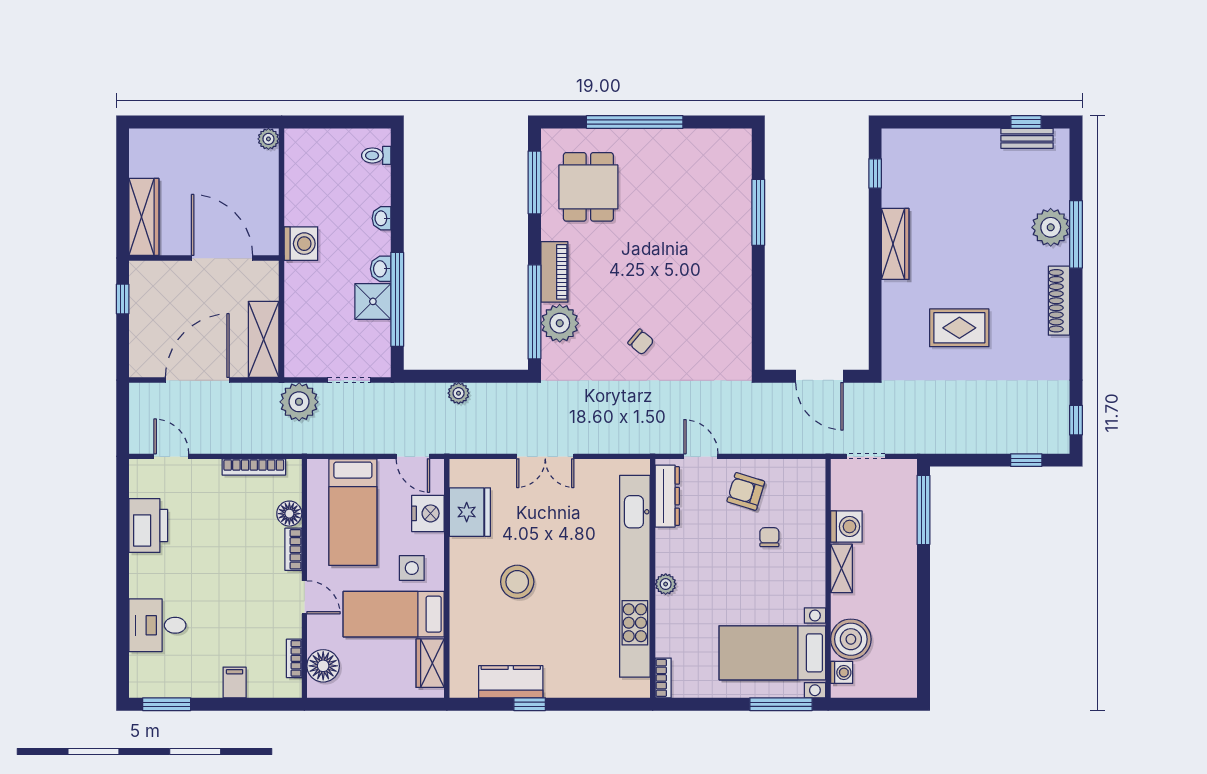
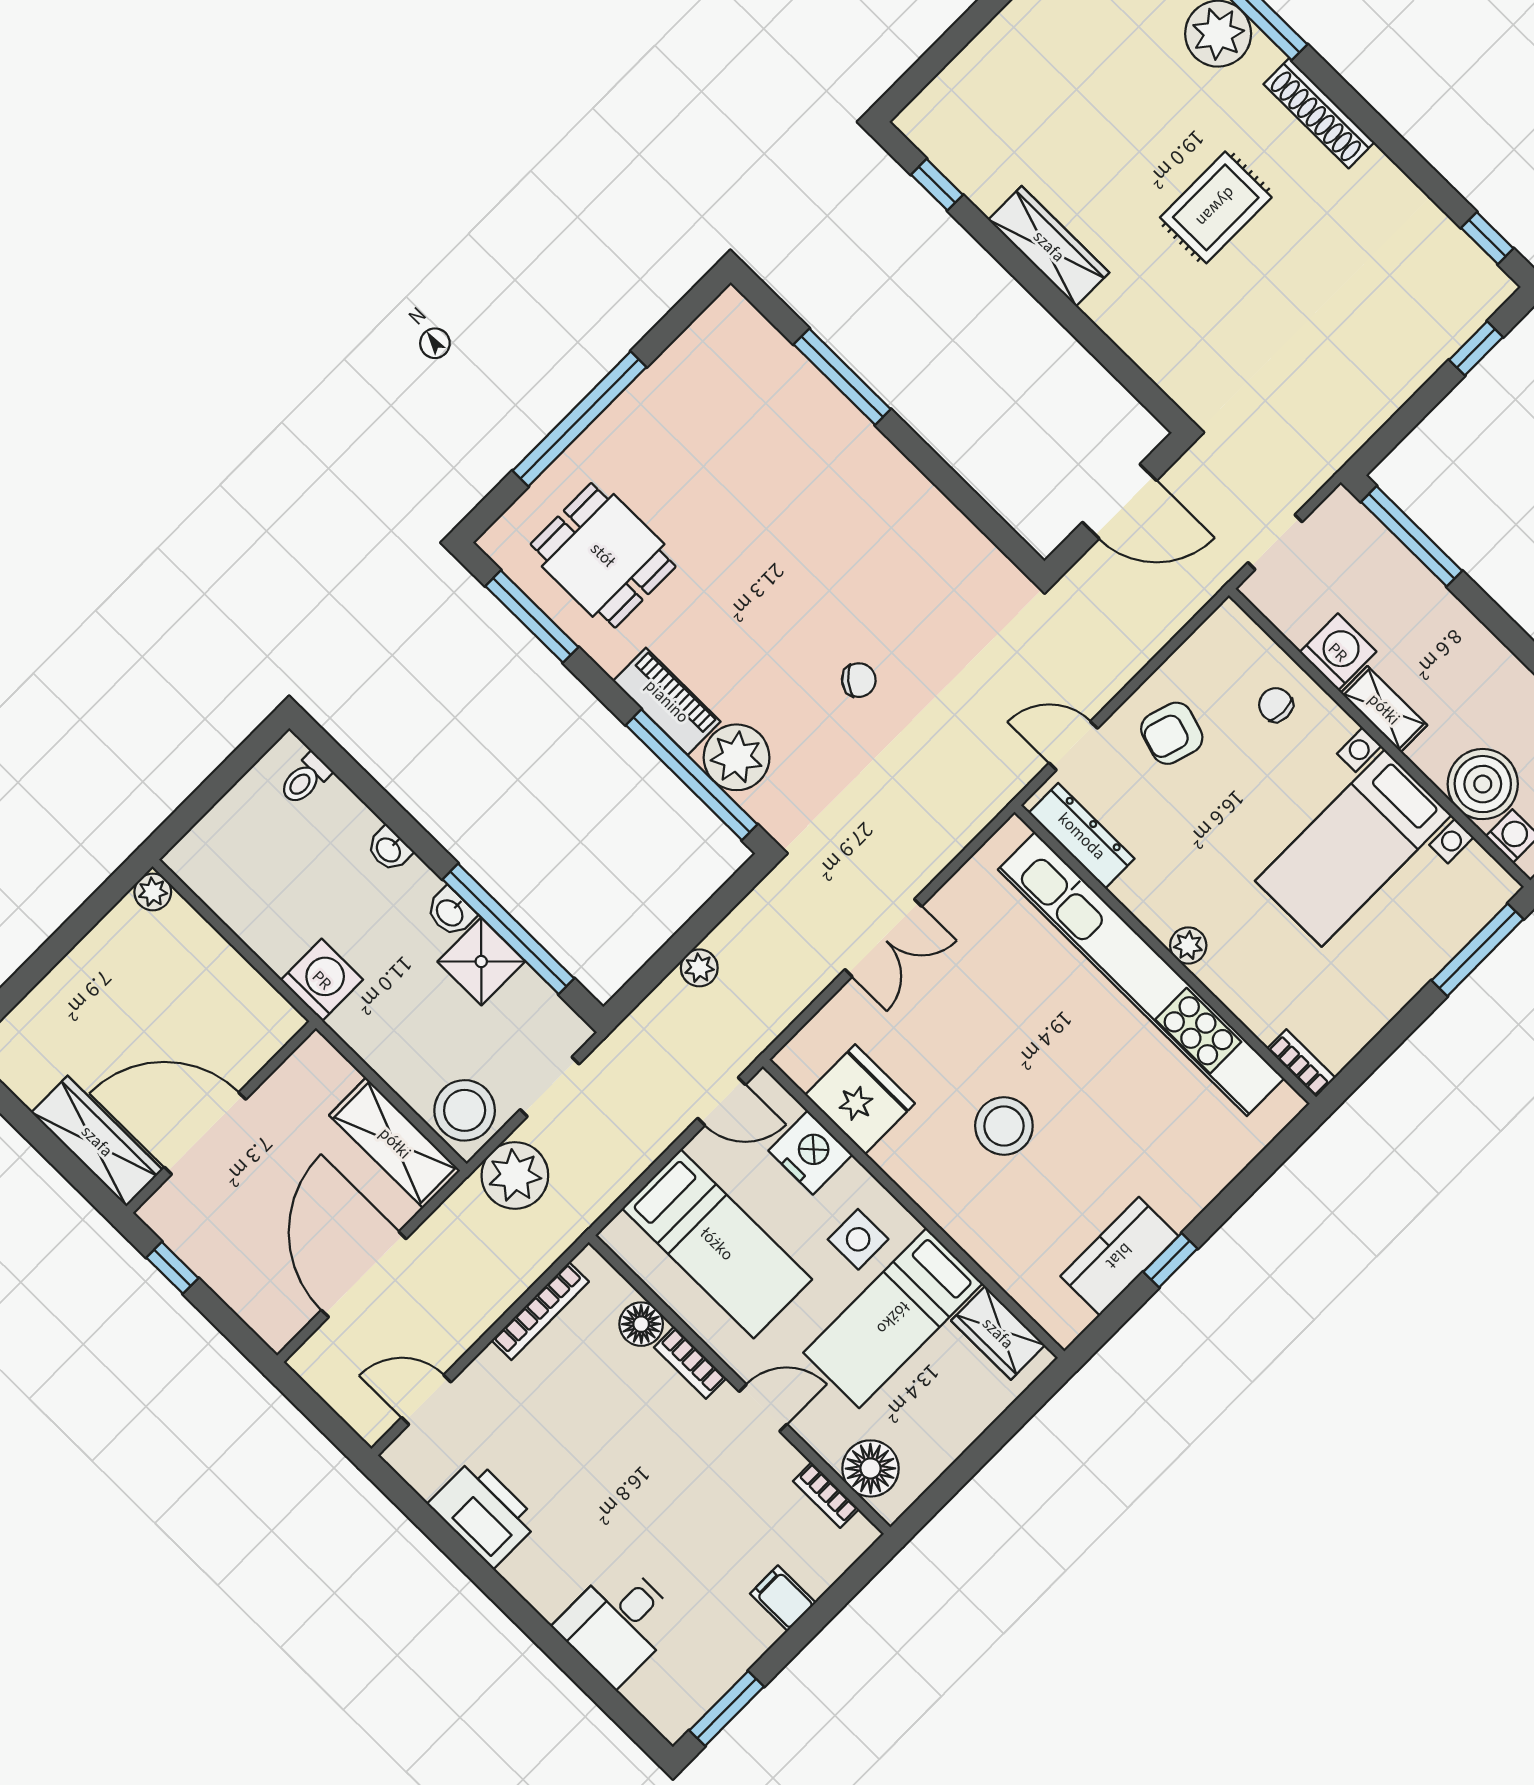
door: (222, 258) -> (205, 1133), moved
rug: (959, 328) -> (1216, 207), moved
stool: (305, 355) -> (465, 1110), added
chair: (769, 537) -> (1276, 705), moved
bed with nightstands: (772, 653) -> (1353, 848), moved

